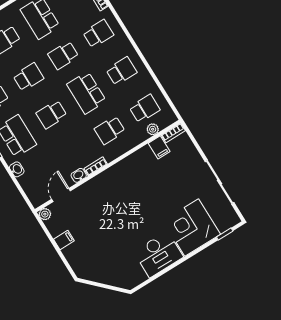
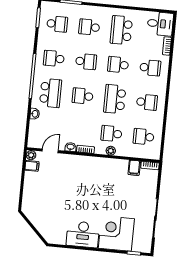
school desk: (145, 109) -> (144, 137), turned 180
plant: (153, 129) -> (111, 151), moved
filing cabinet: (64, 240) -> (32, 166), moved

